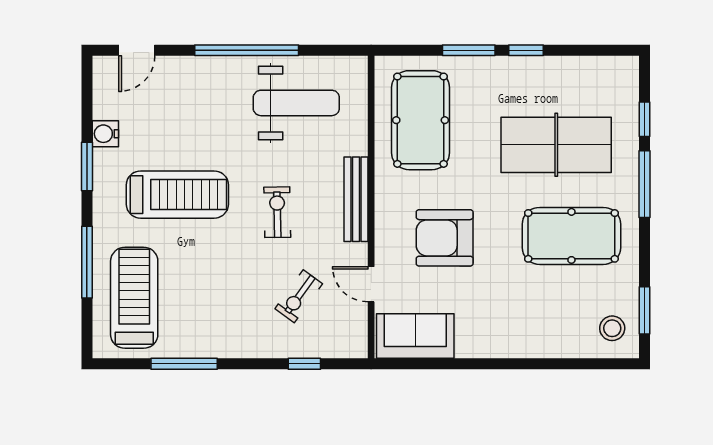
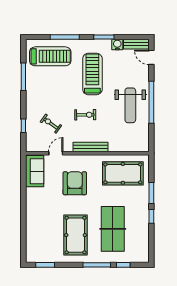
bench: (104, 87) -> (136, 44), added
weight bench: (296, 103) -> (130, 105), moved
treadmill: (177, 195) -> (92, 74), turned 180
stool: (612, 328) -> (38, 252), removed

